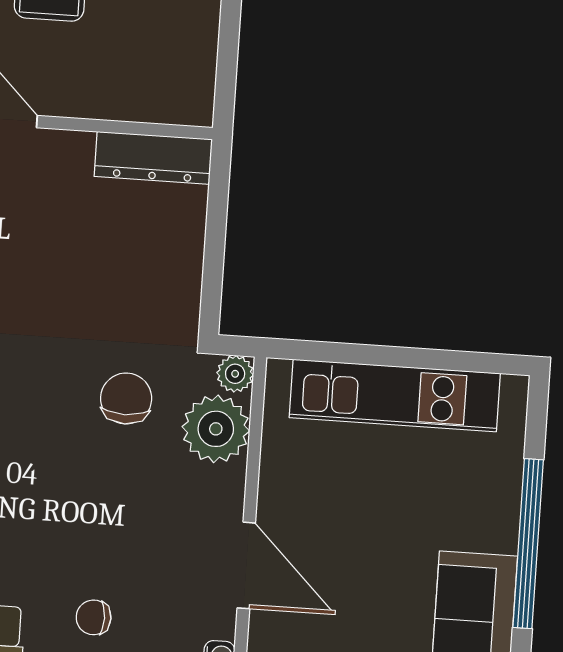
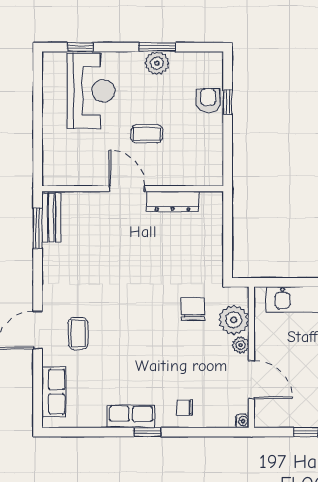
dresser: (153, 158) -> (173, 201), moved
plant: (235, 374) -> (241, 345), moved

